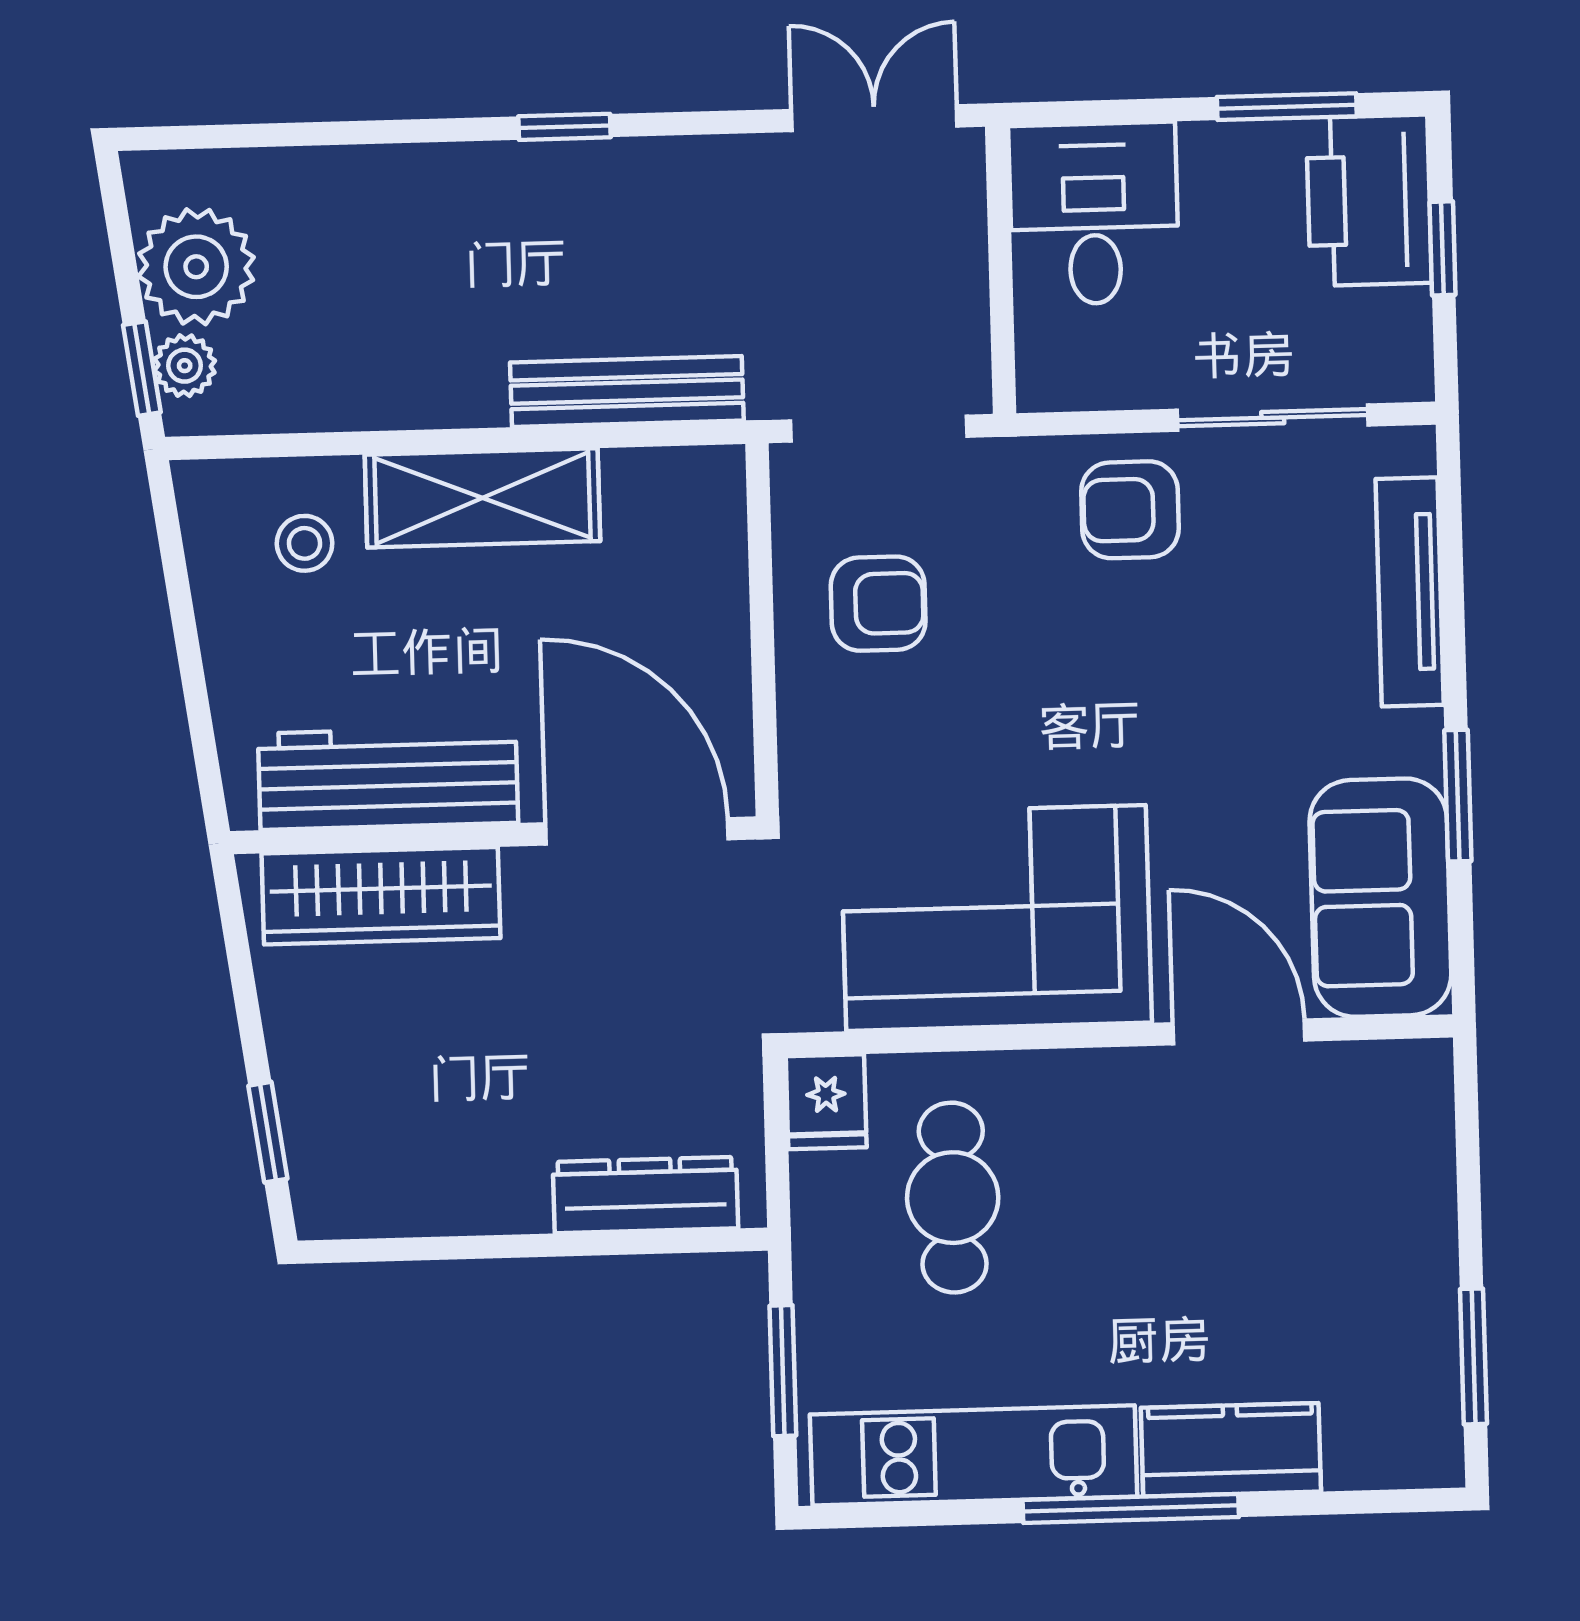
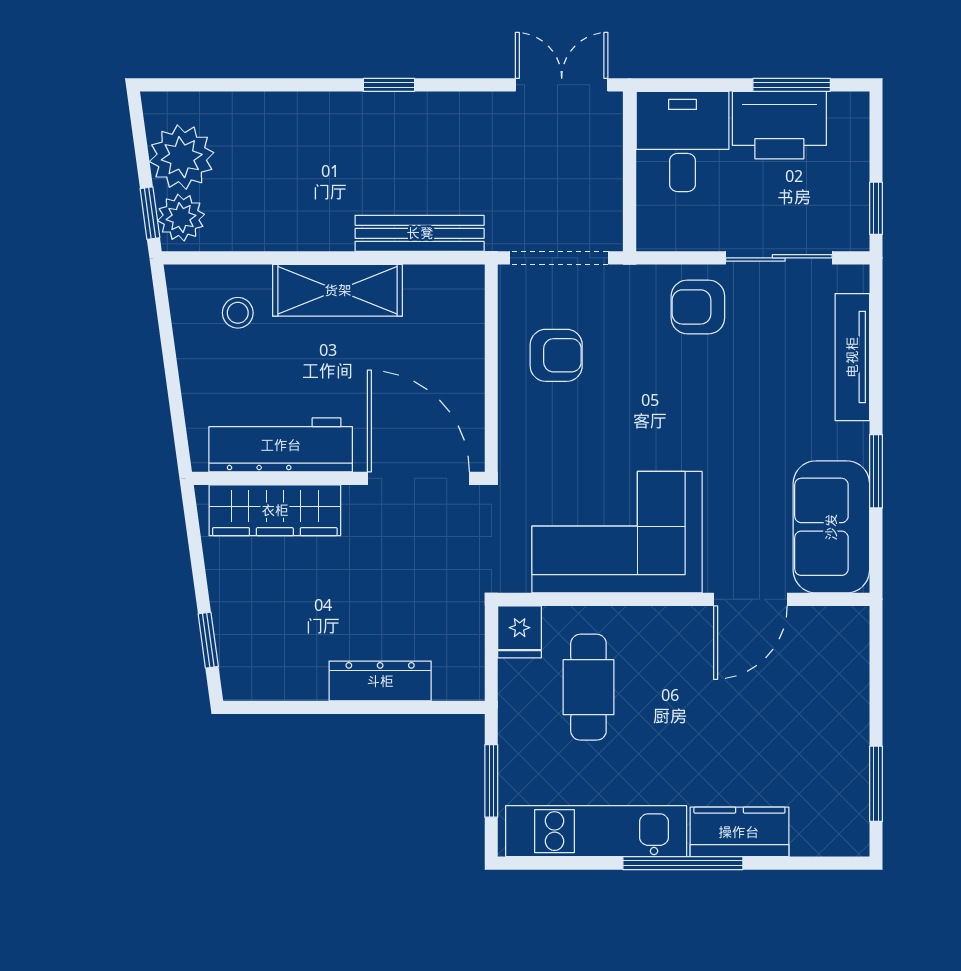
printer: (1369, 200) -> (779, 125), moved, turned -90
window: (1443, 248) -> (876, 208), moved
plant: (185, 366) -> (181, 218), width x1.38, depth x1.38
door: (1239, 1032) -> (750, 599), swing flipped
dresser: (645, 1195) -> (380, 681), moved

